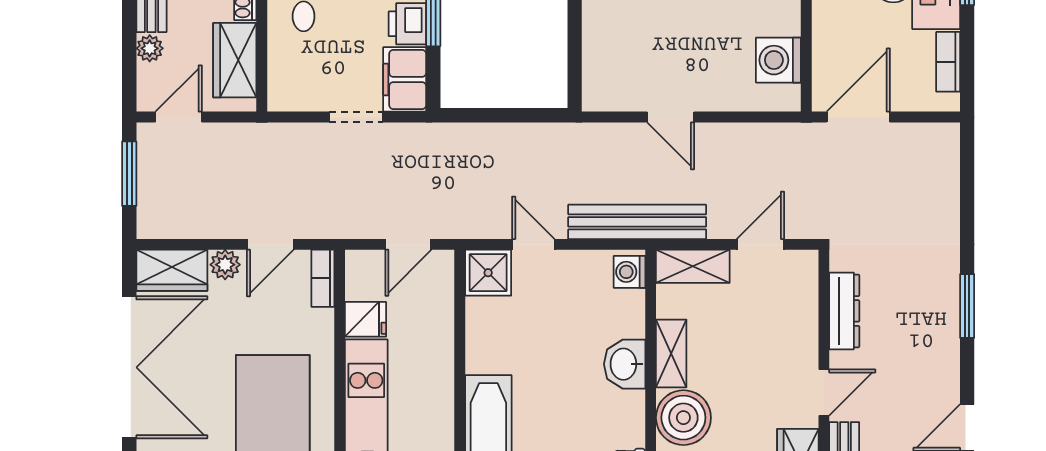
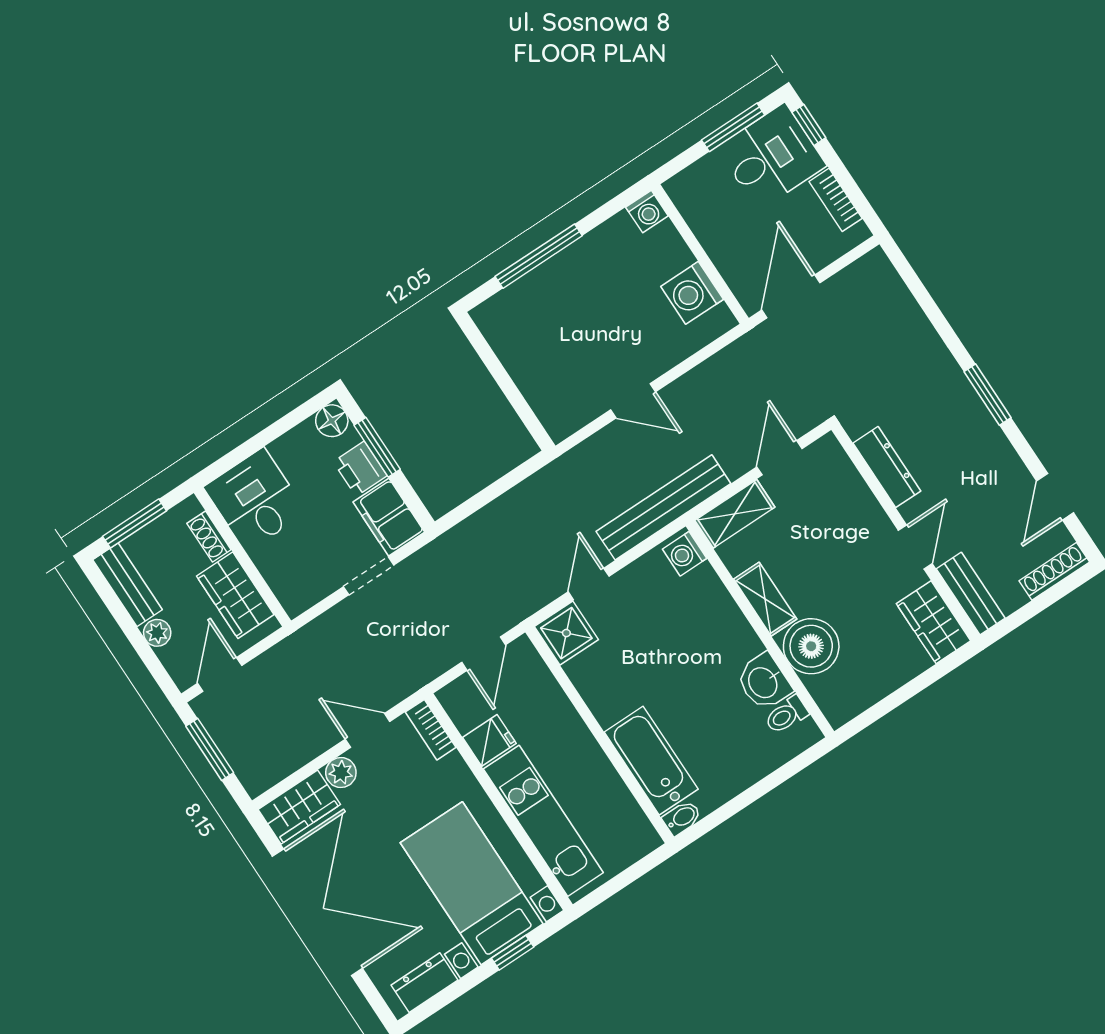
door: (270, 244) -> (368, 730), swing flipped
door: (533, 244) -> (589, 584), hinge flipped
washbasin: (625, 364) -> (764, 682), moved

